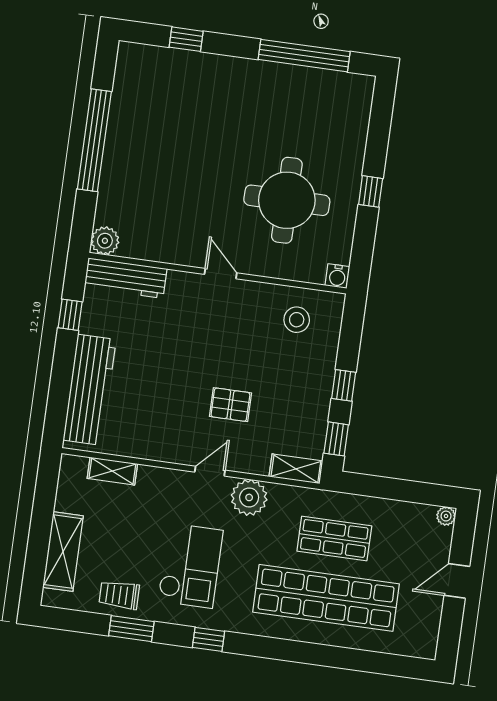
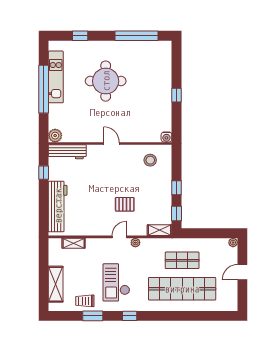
kitchen unit: (123, 118) -> (56, 77), added
round table: (287, 200) -> (106, 81), moved
plant: (249, 497) -> (135, 243), width x0.53, depth x0.53
checkout: (190, 566) -> (116, 282), turned 180

